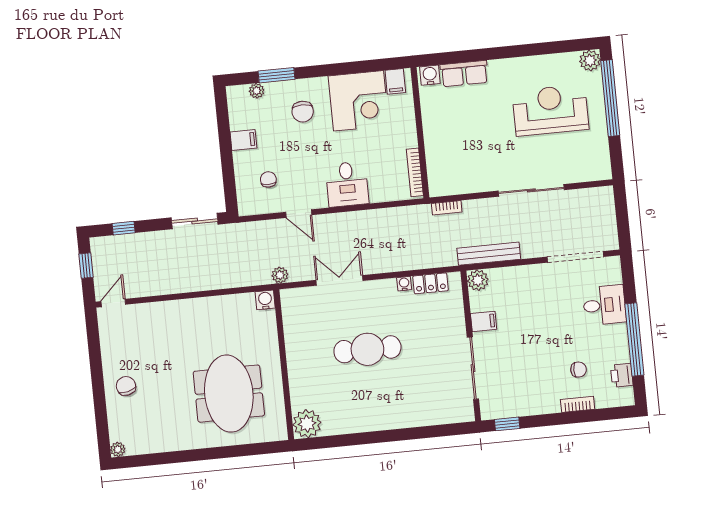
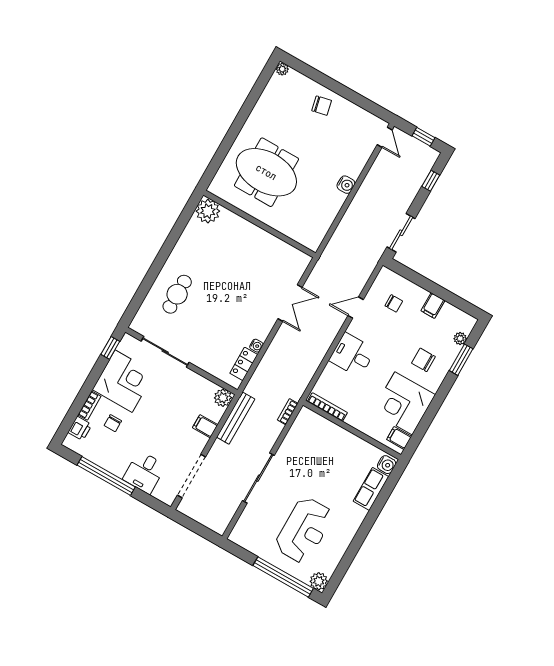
plant: (280, 275) -> (323, 265), removed
water cooler: (265, 300) -> (346, 185), moved
filing cabinet: (484, 321) -> (205, 426), moved, turned 90
cafe table: (367, 349) -> (177, 294), moved, width x0.73, depth x0.74
printer: (622, 375) -> (80, 429), moved, turned 90
corner desk: (530, 388) -> (124, 381), added

